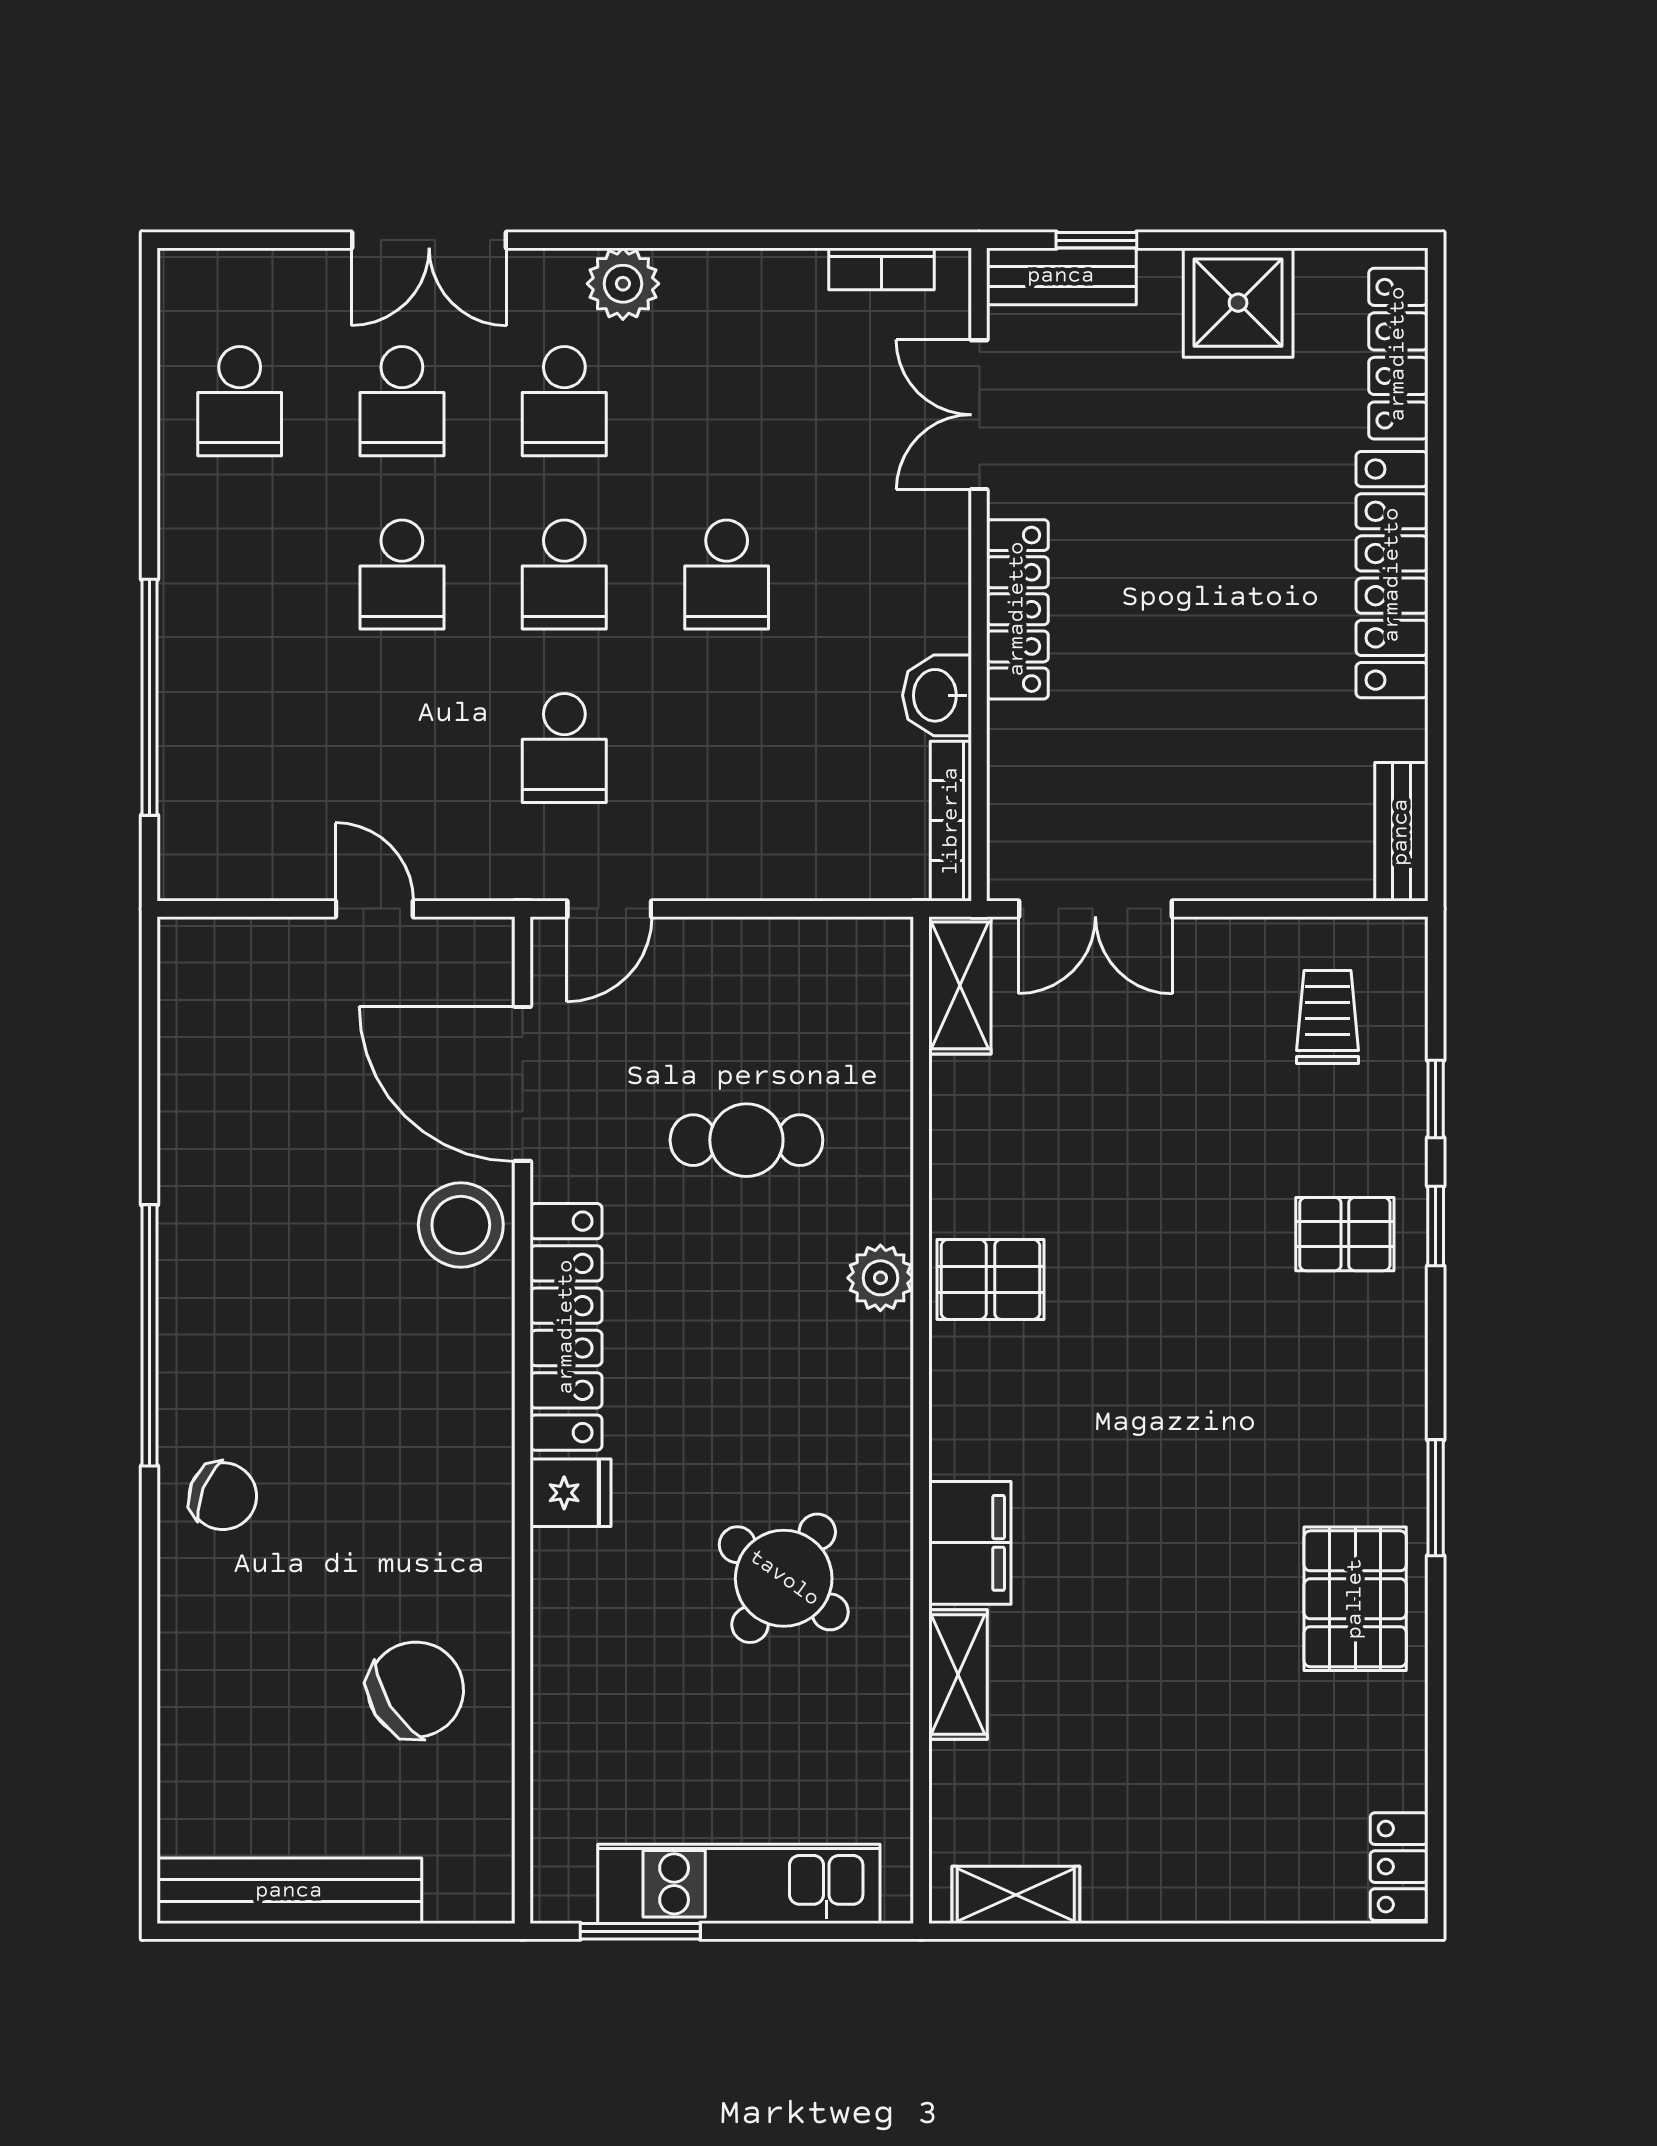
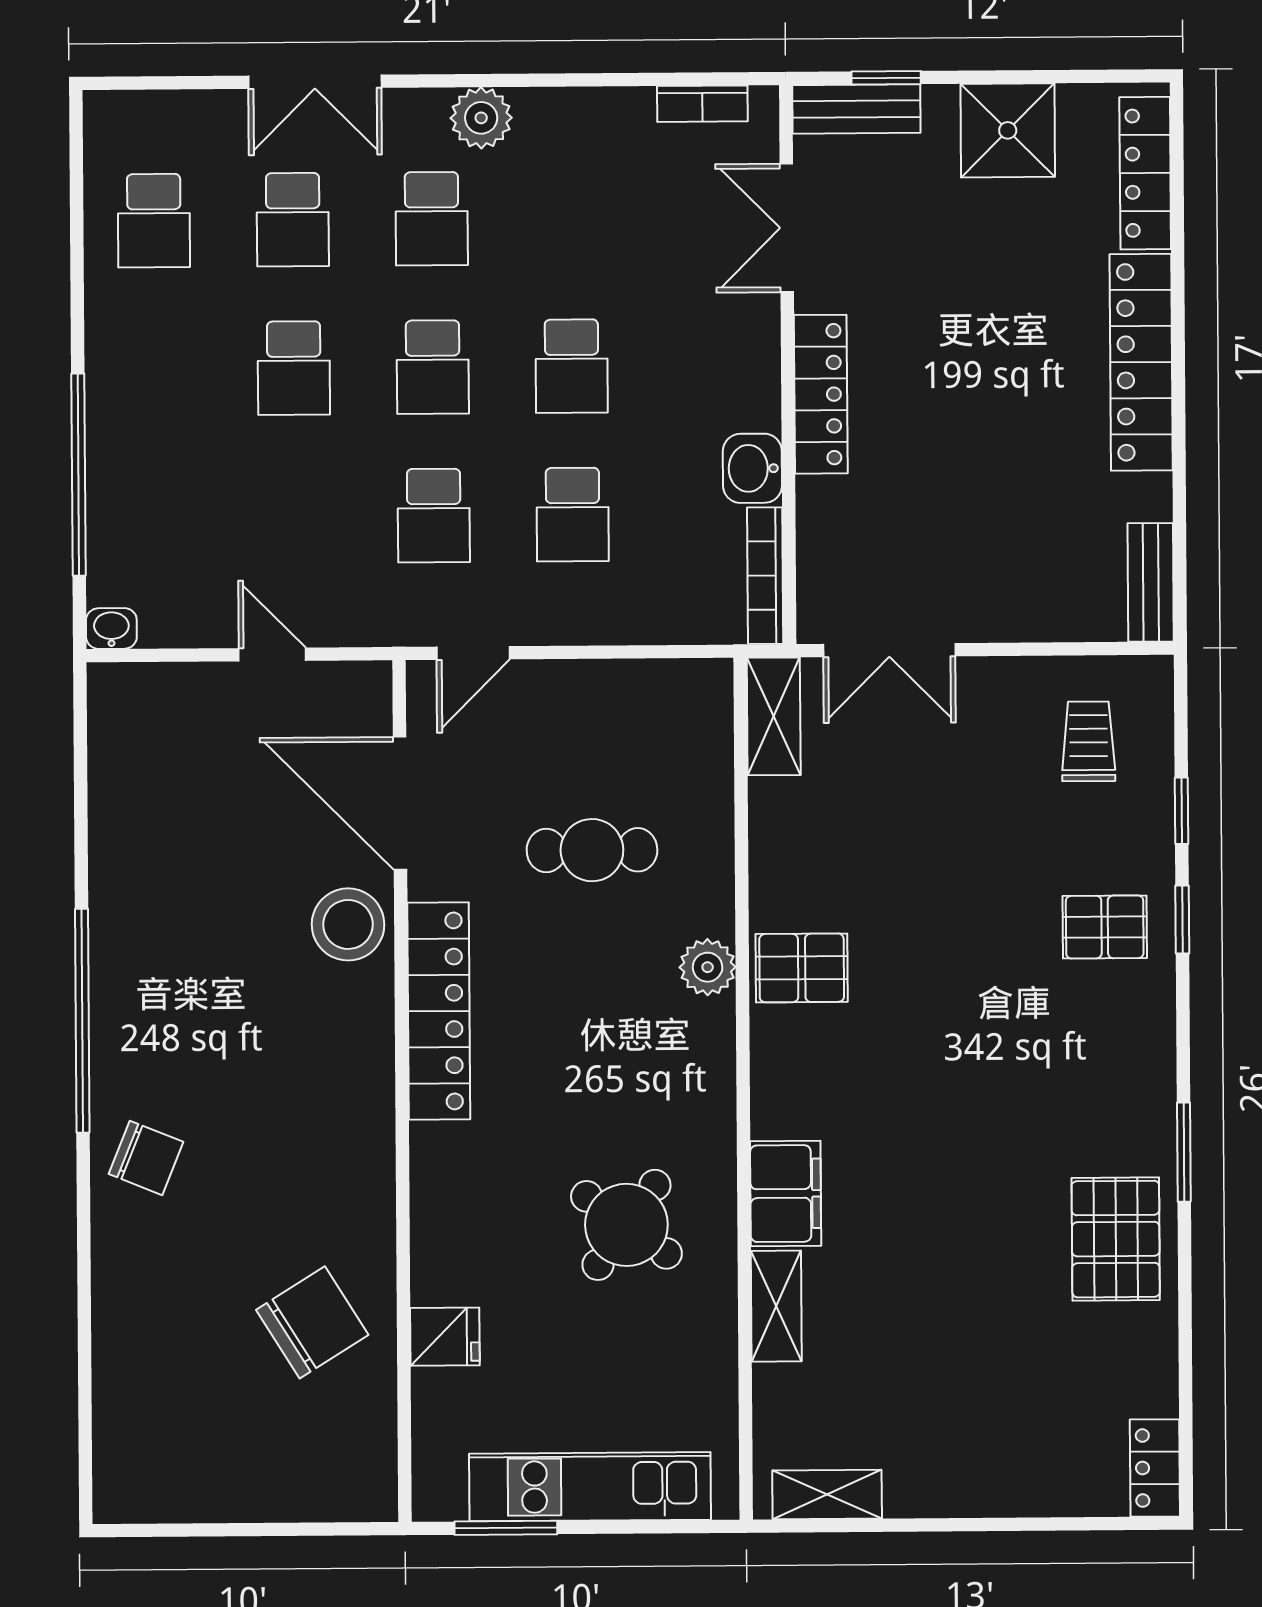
school desk: (727, 748) -> (573, 515), added
washbasin: (187, 877) -> (111, 629), added
fridge: (571, 1493) -> (445, 1337), moved
bench: (289, 1891) -> (205, 1495), removed

